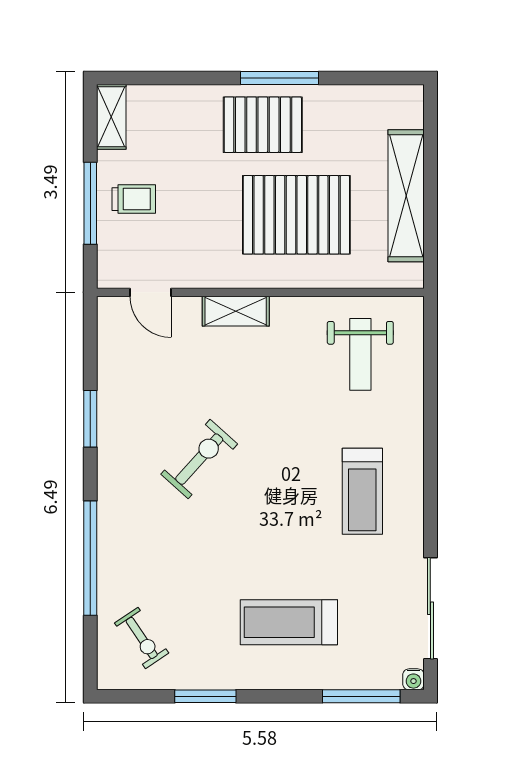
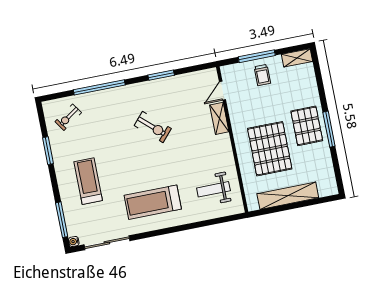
shelving: (236, 311) -> (219, 118), moved
treadmill: (362, 491) -> (153, 202), width x1.37, depth x1.38

